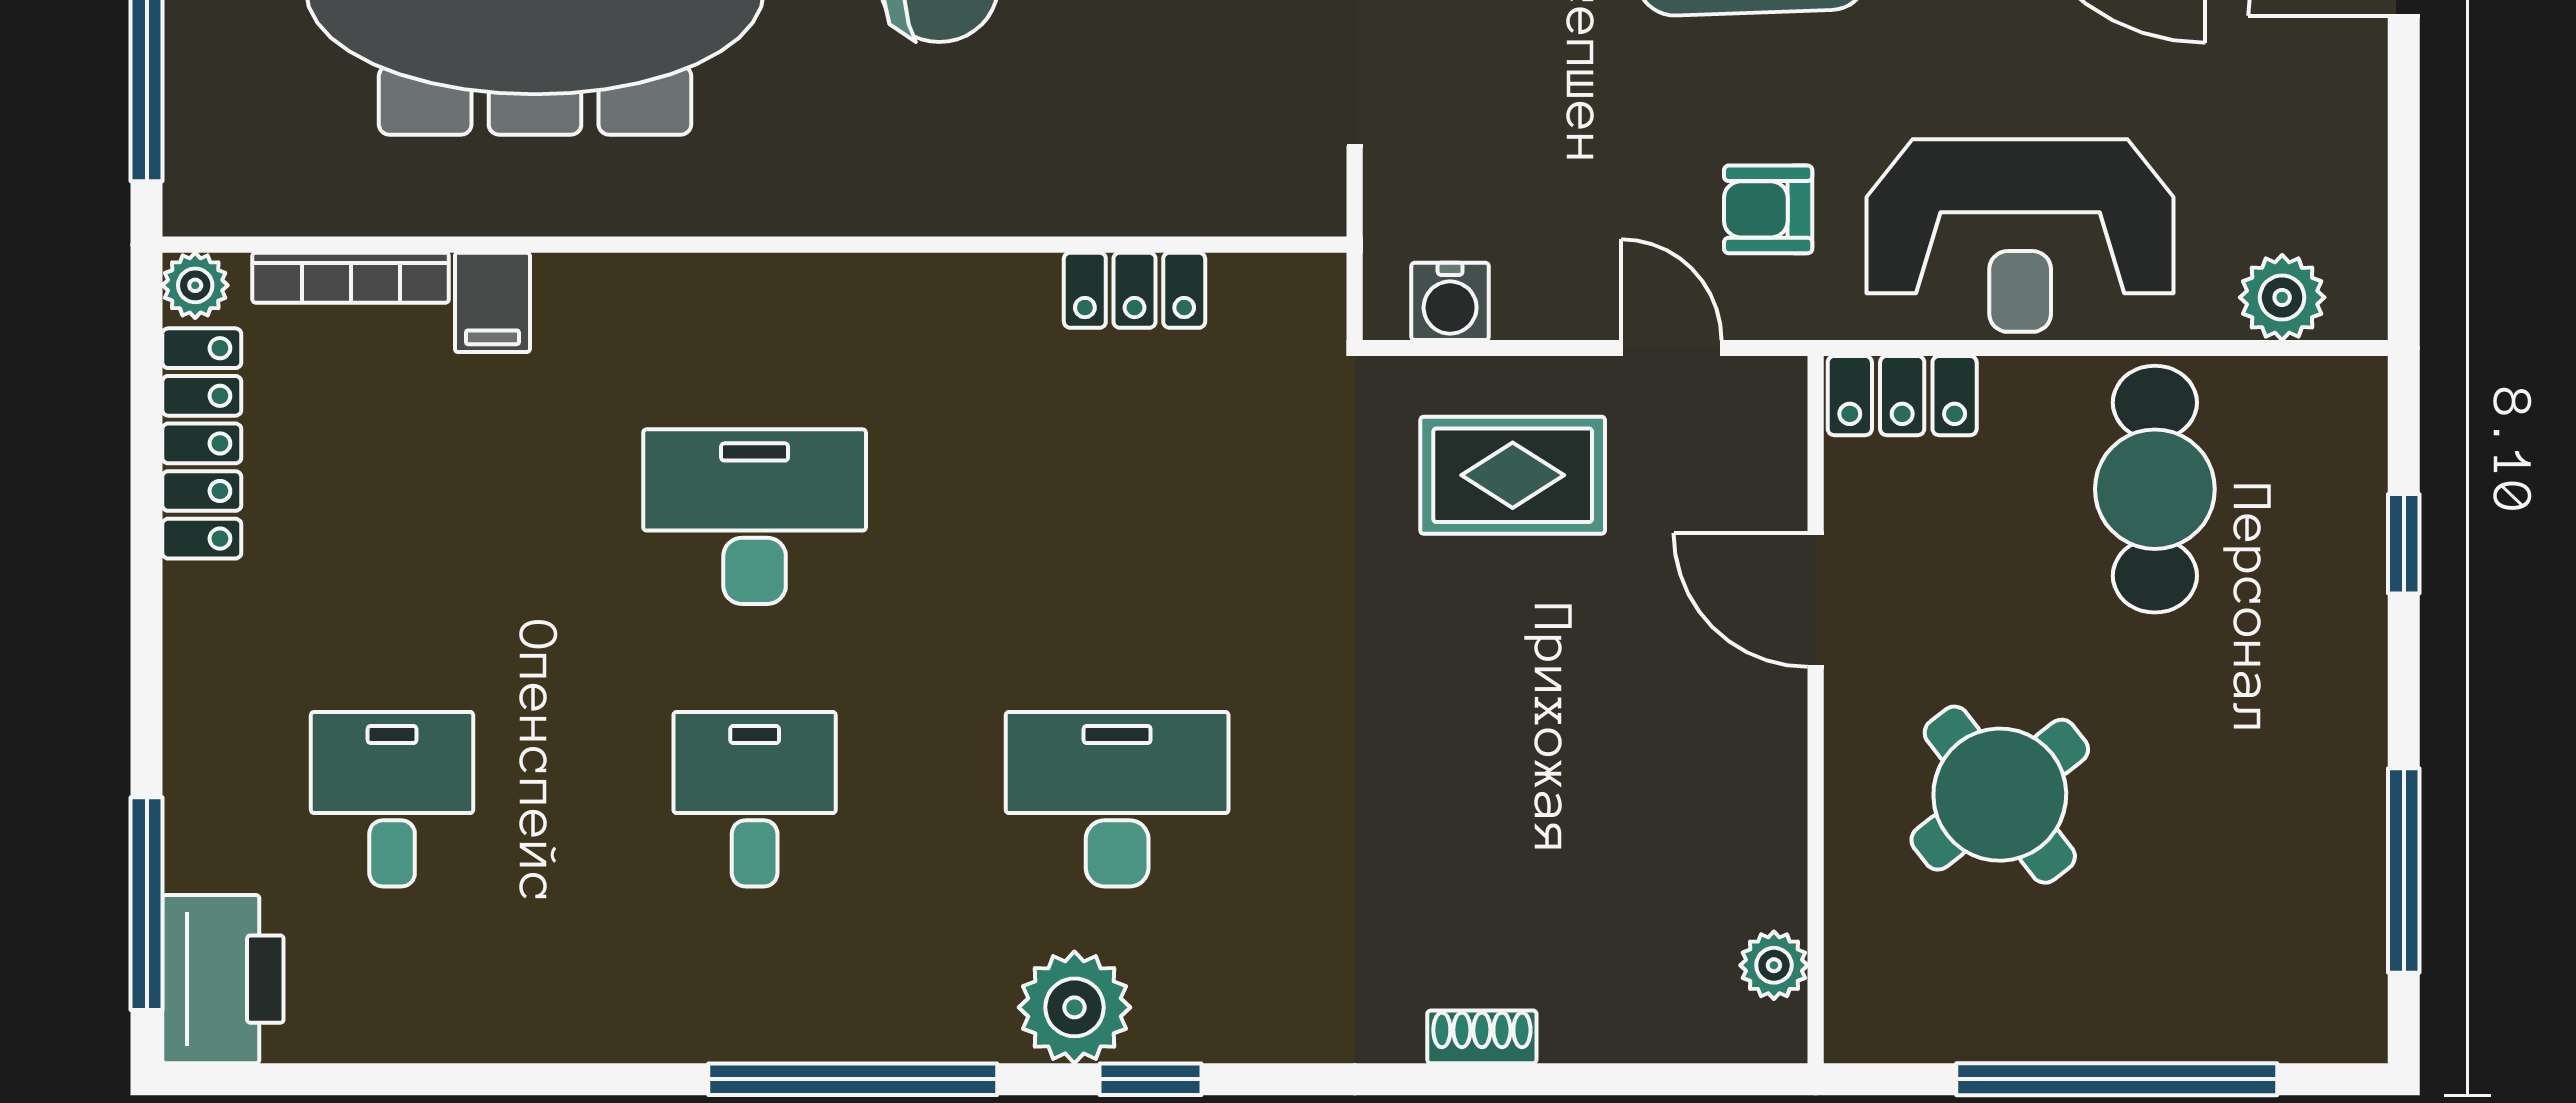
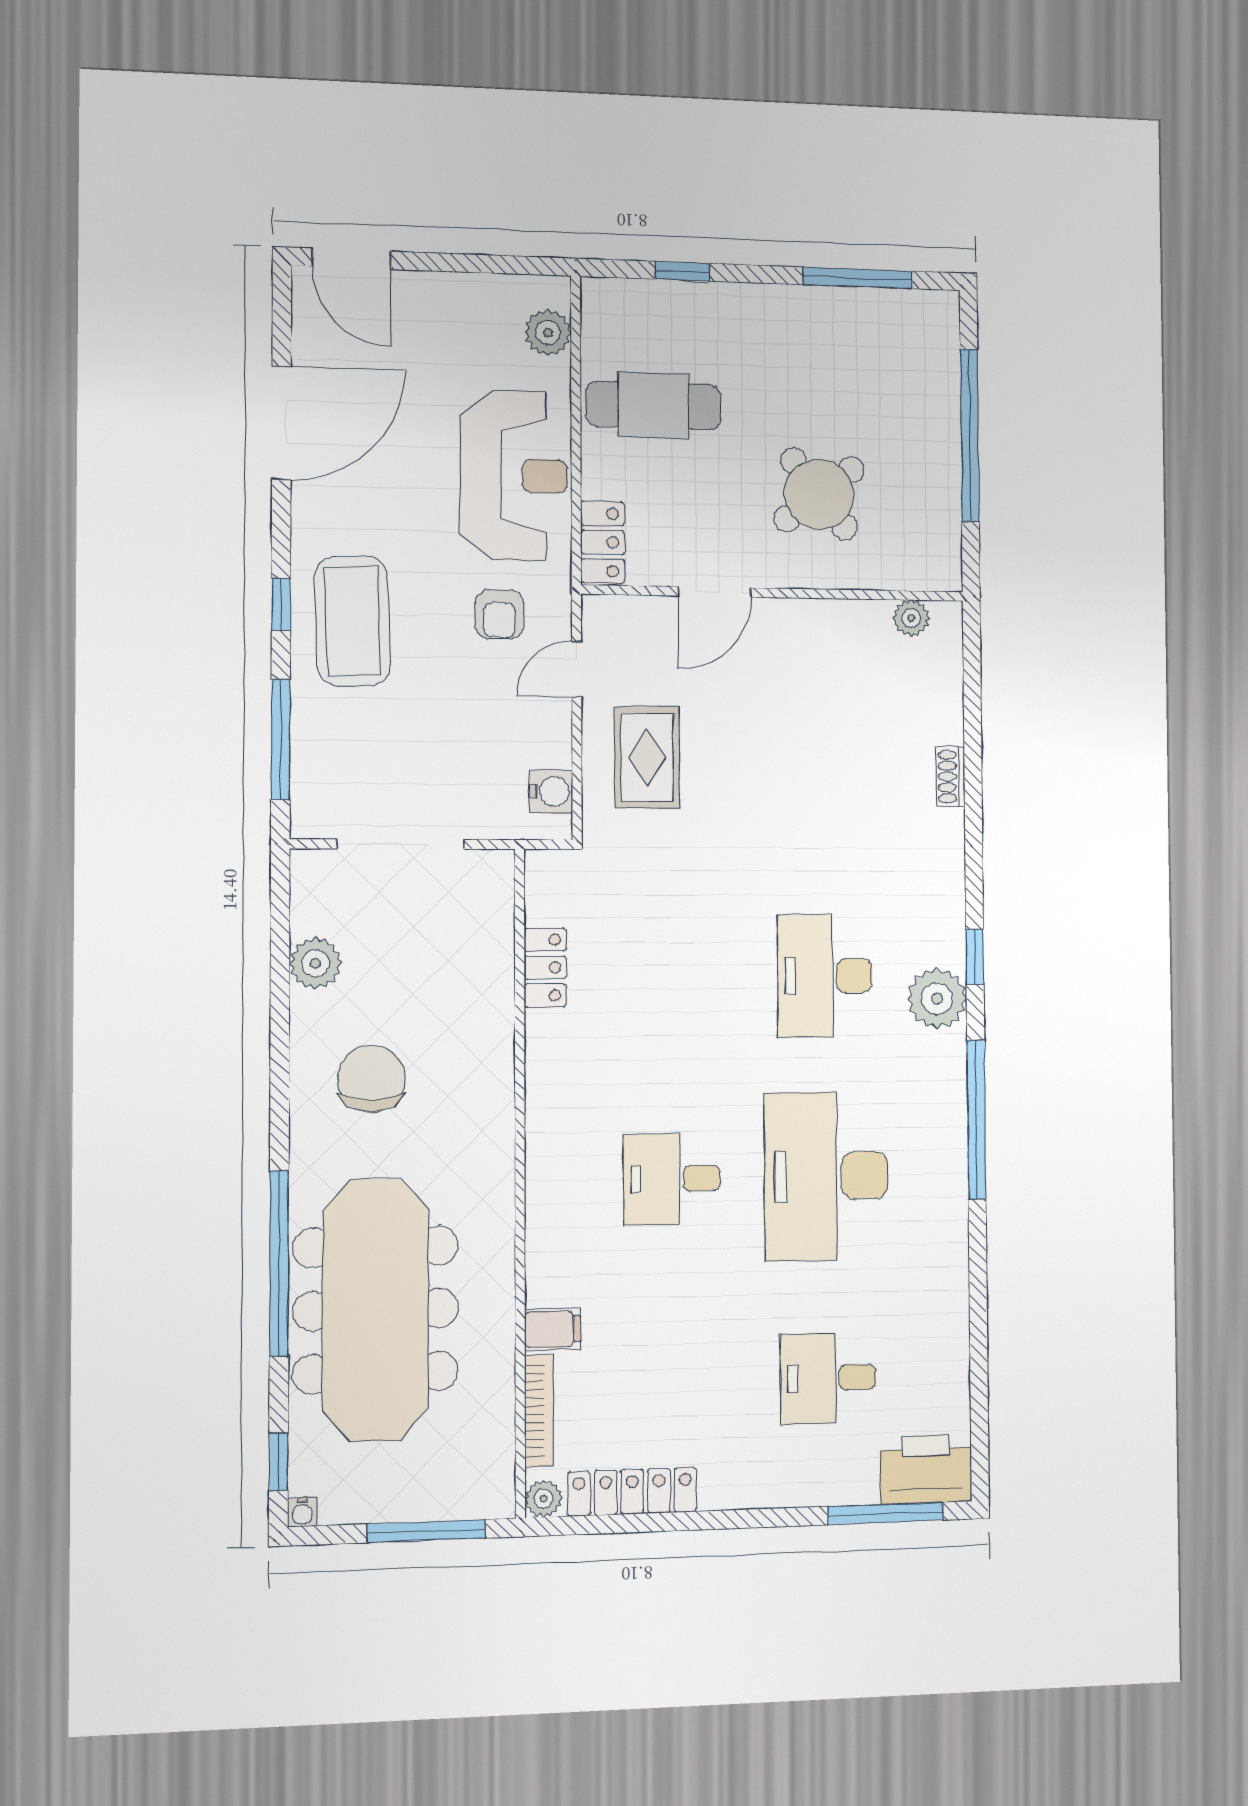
desk: (755, 517) -> (672, 1179), width x0.73
desk: (755, 799) -> (826, 1176), width x1.87, depth x1.30

